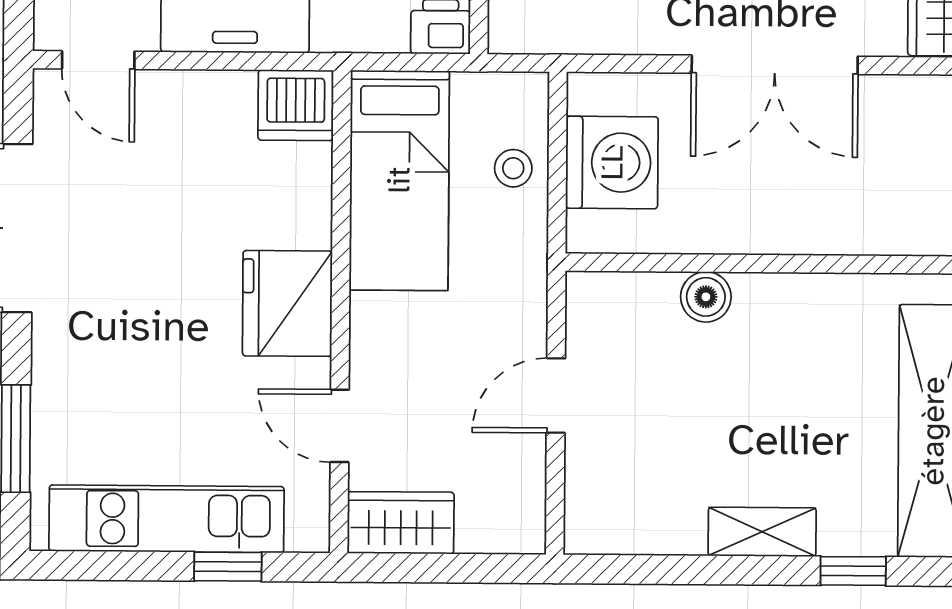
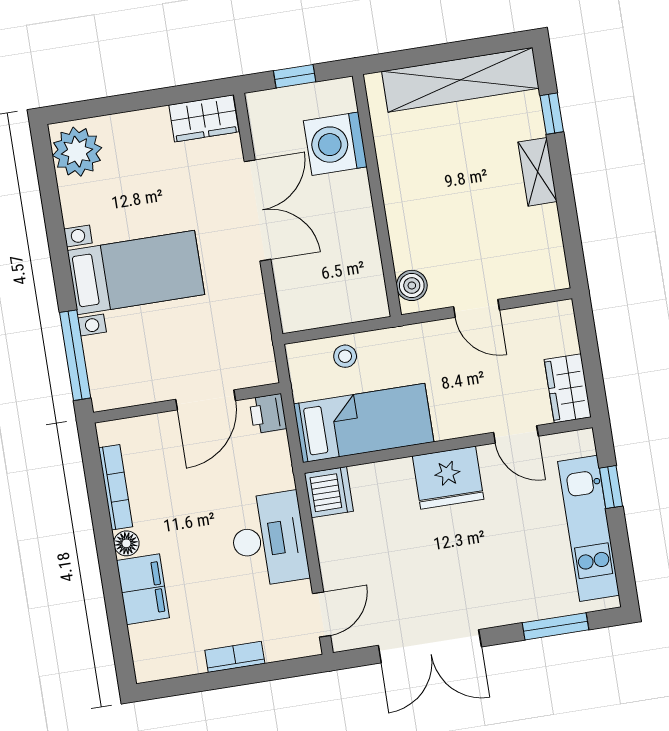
washing machine: (612, 163) -> (335, 144), moved, turned -90
boiler: (706, 297) -> (412, 285), moved
door: (340, 426) -> (516, 434), hinge flipped

